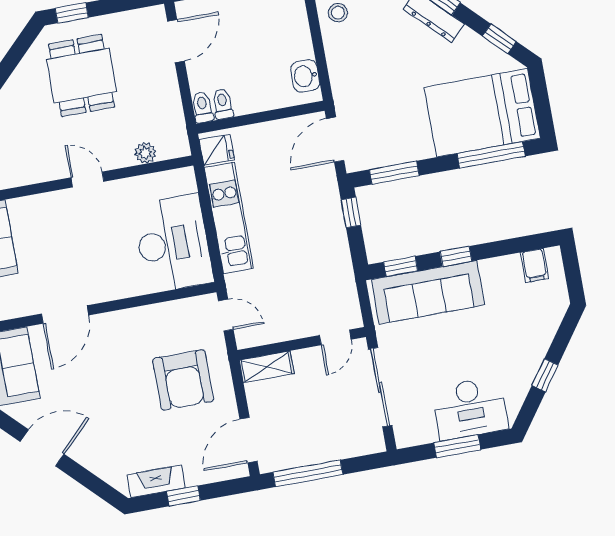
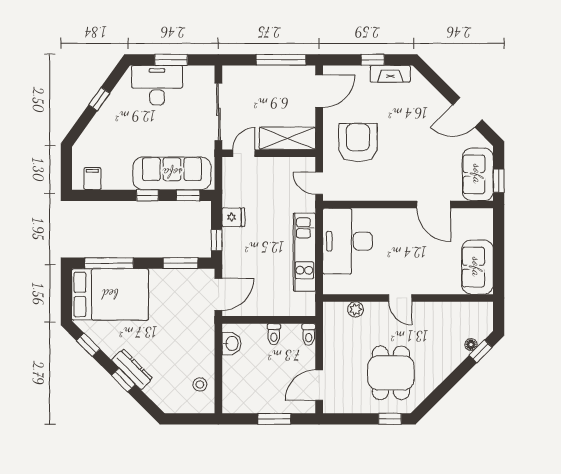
toilet: (223, 104) -> (274, 334), moved
fridge: (217, 150) -> (233, 217), moved, turned 180
door: (65, 315) -> (434, 204), swing flipped
shelving: (267, 367) -> (287, 138), width x1.50, depth x1.33

